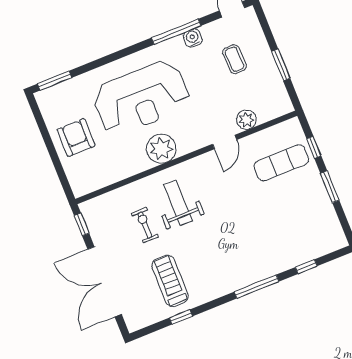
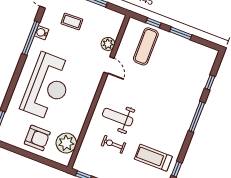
armchair: (76, 138) -> (37, 138), turned 180
plant: (161, 149) -> (66, 143), moved

